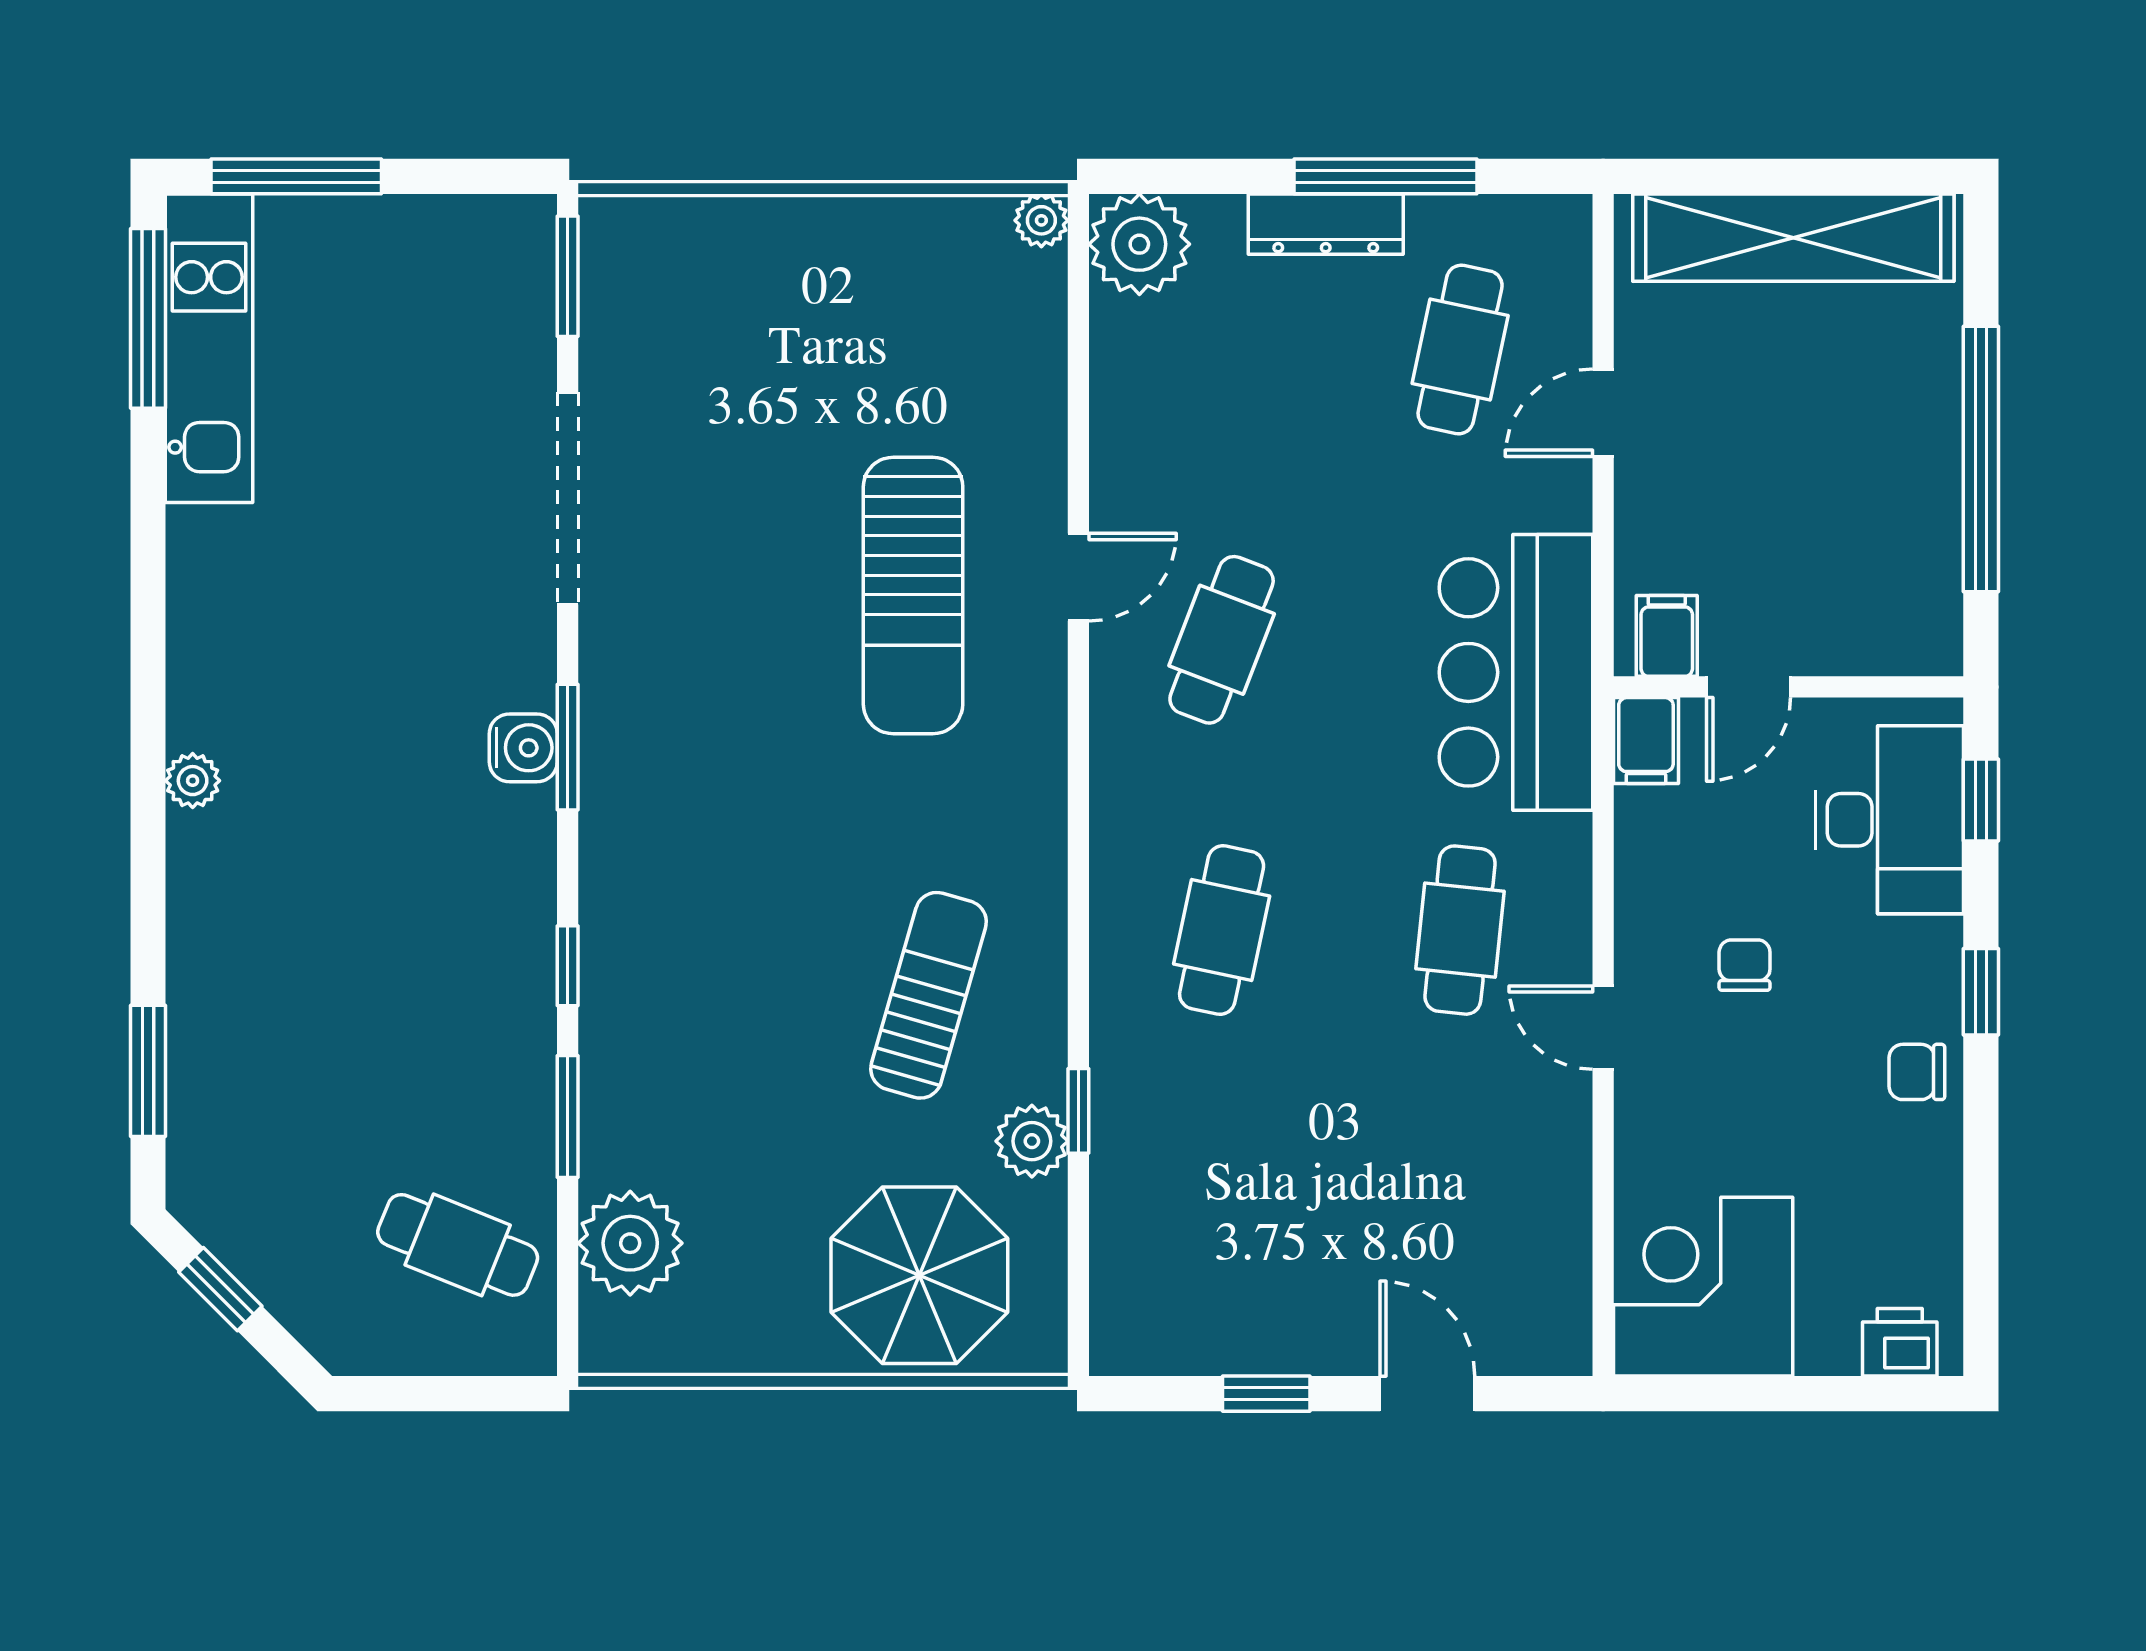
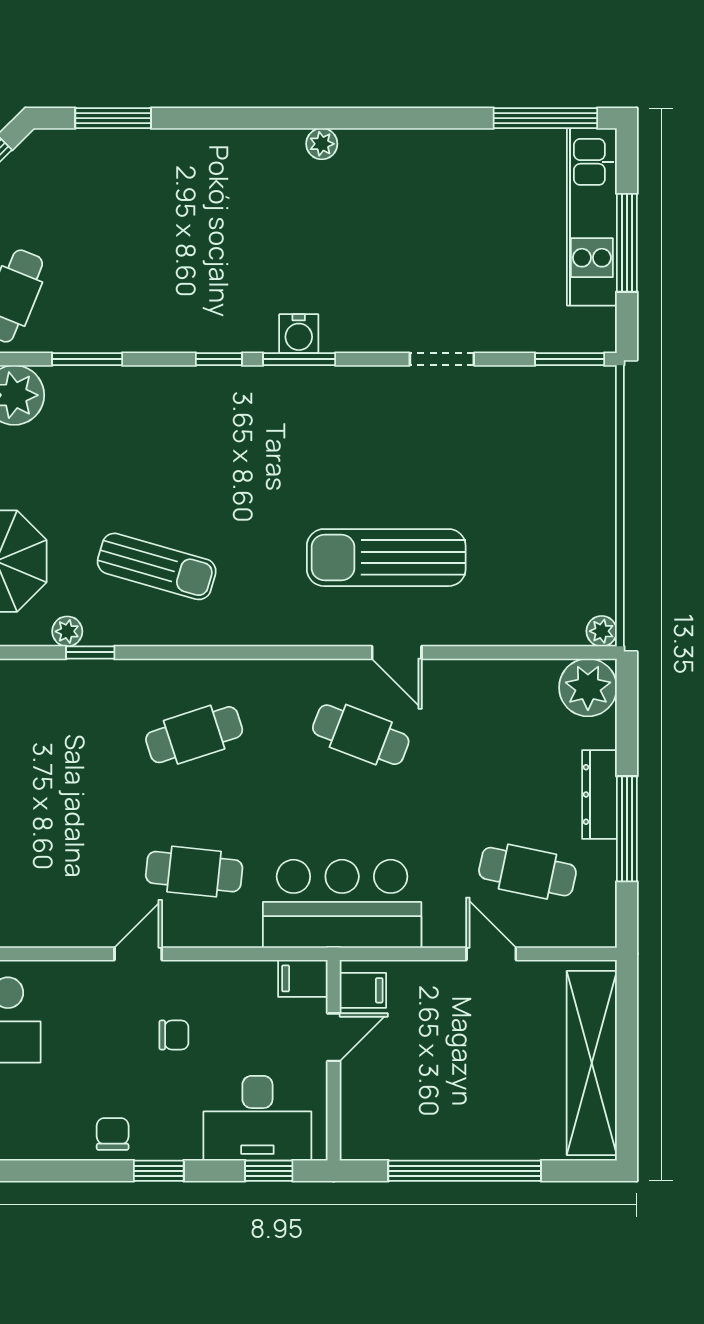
window: (296, 176) -> (627, 243), moved
kitchen unit: (209, 348) -> (592, 217), moved, turned 90
doorway: (568, 499) -> (442, 359), width x0.53
door: (1748, 687) -> (334, 1037), swing flipped
plant: (193, 781) -> (322, 144), moved
cafe table: (1222, 930) -> (194, 735), turned -30
window: (568, 966) -> (219, 359), moved
plant: (1032, 1141) -> (67, 631), width x0.73, depth x0.73

